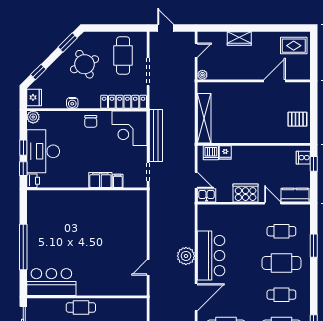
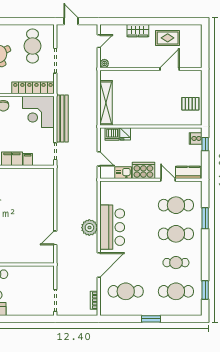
rug: (294, 46) -> (168, 38), moved
kitchen sink: (207, 195) -> (123, 173), moved
cafe table: (281, 231) -> (176, 205), width x1.37, depth x1.35

